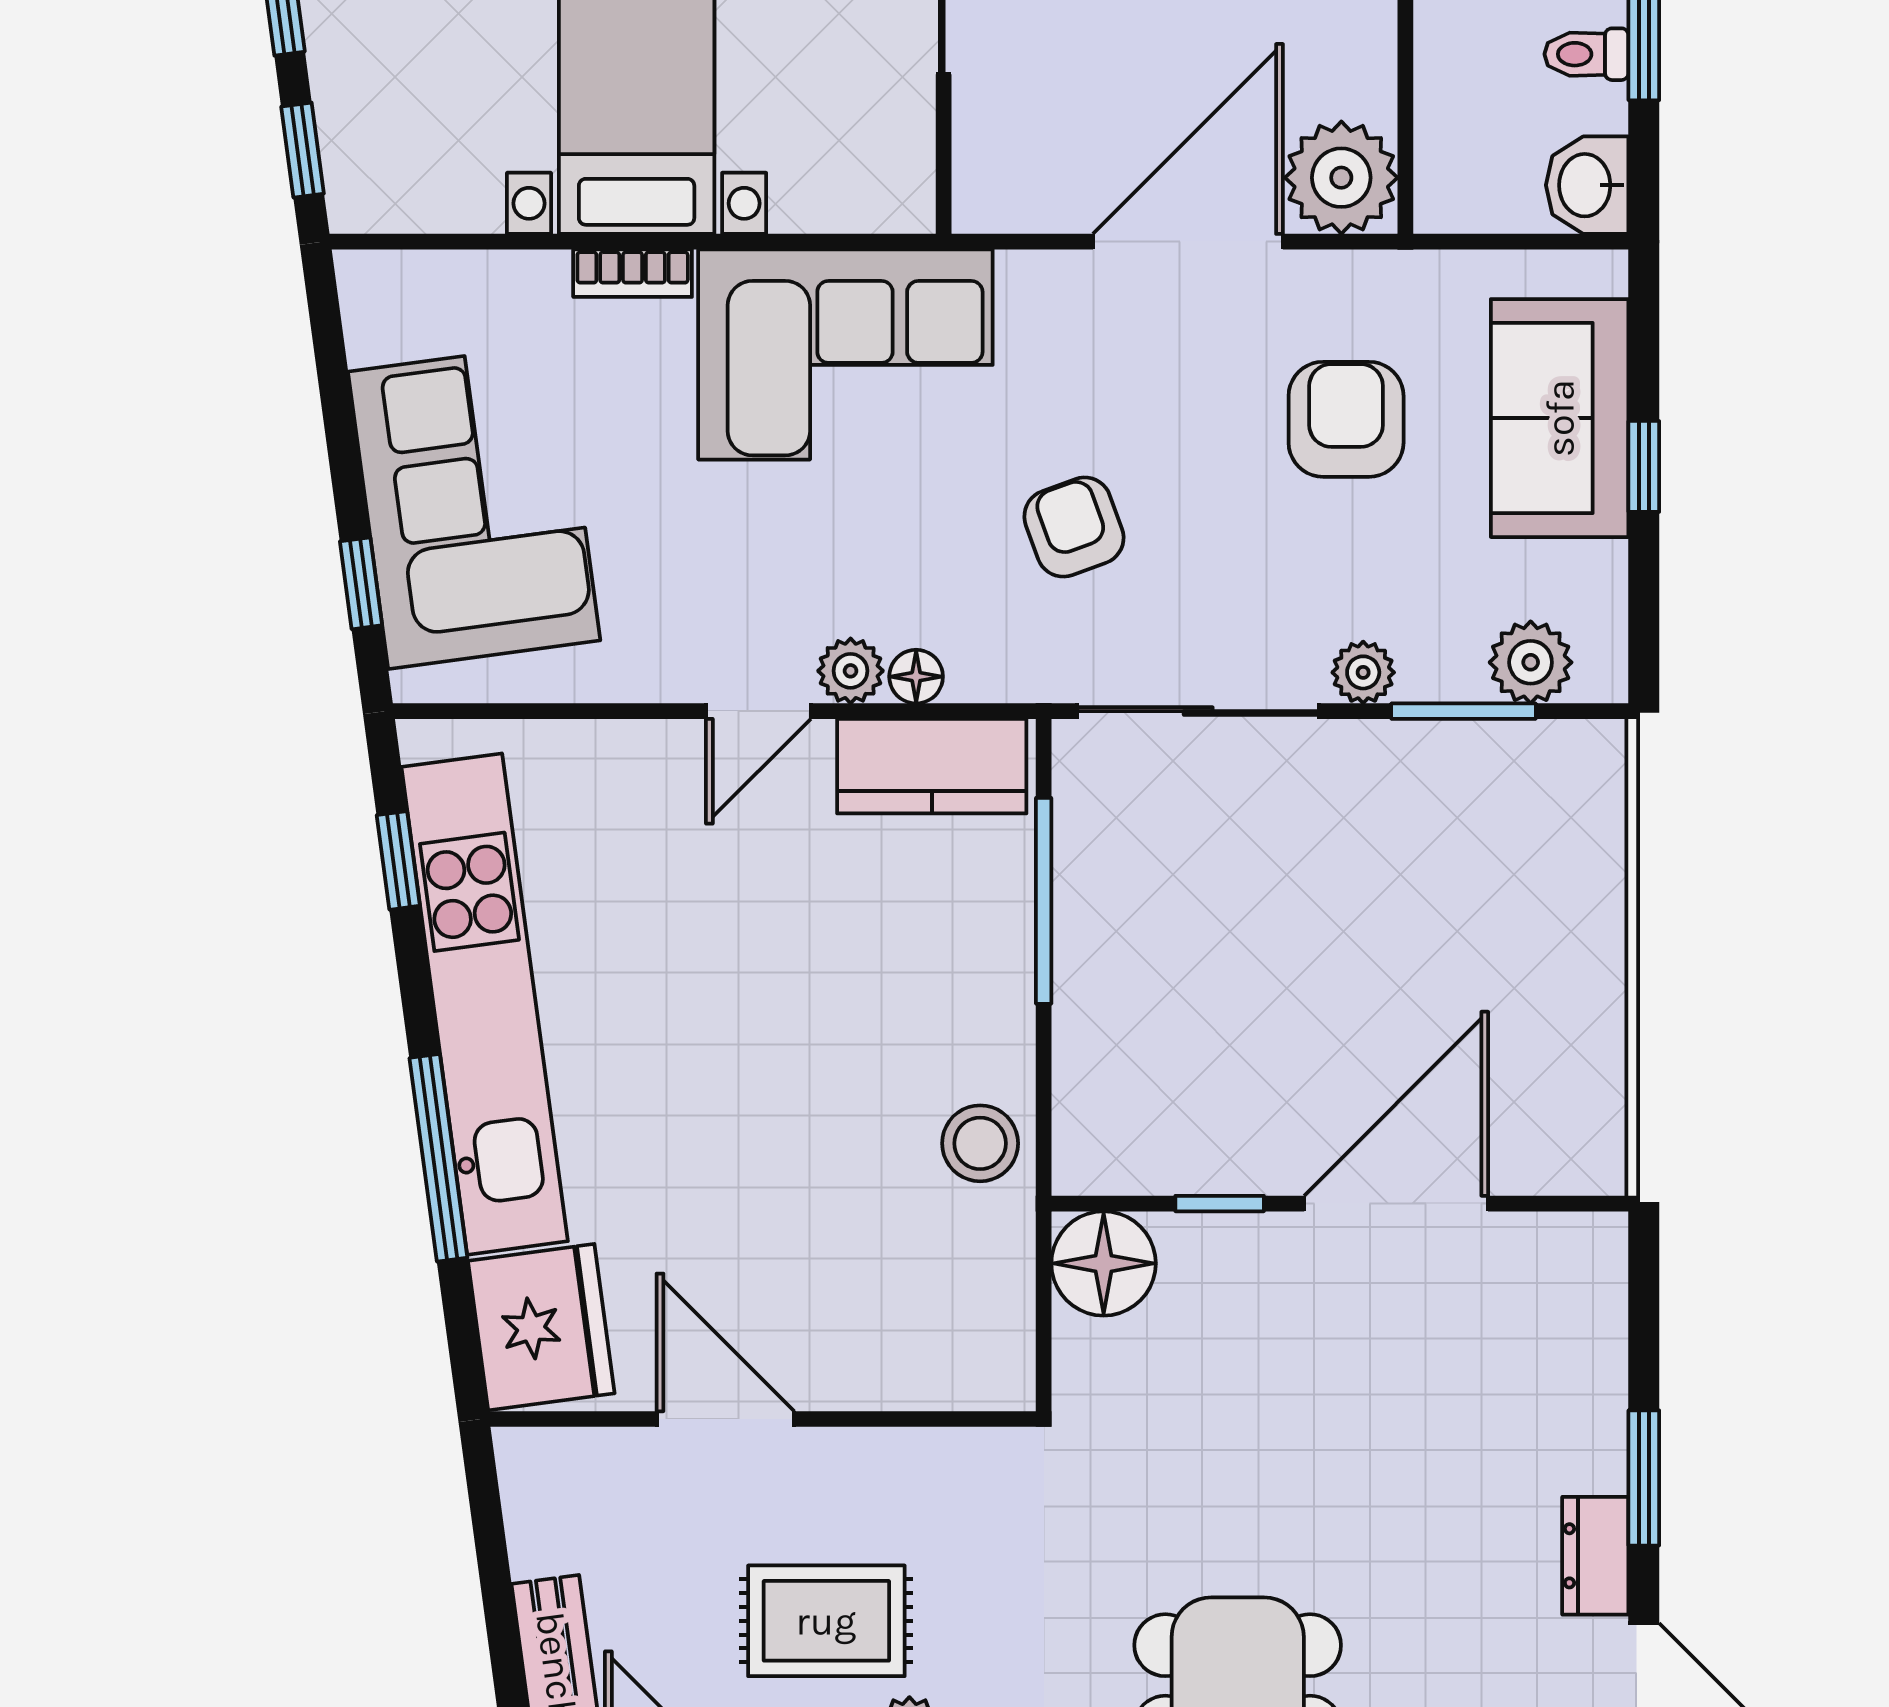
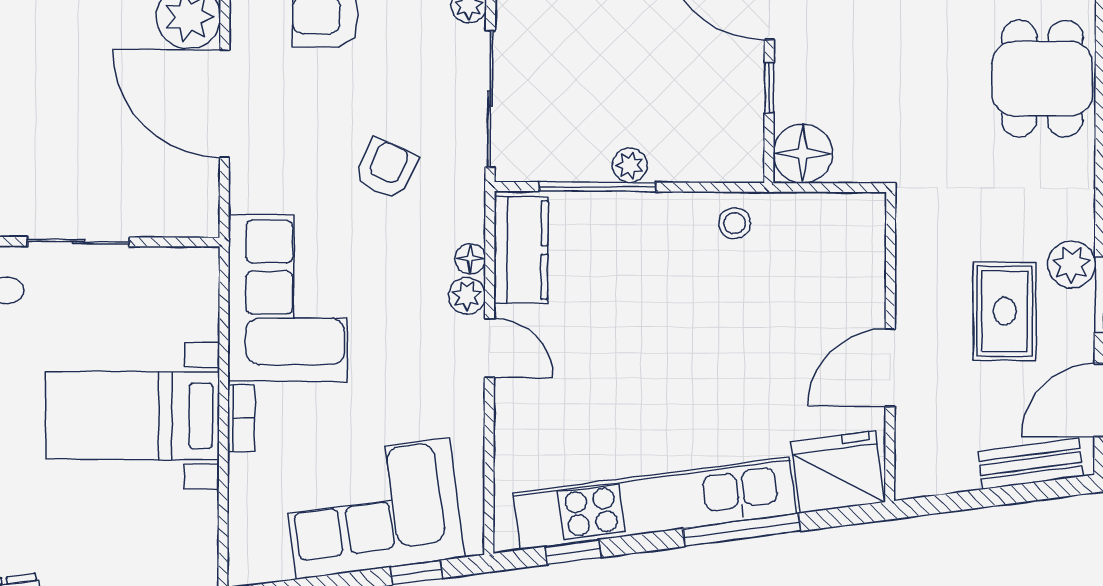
armchair: (1074, 527) -> (386, 169), turned 135
plant: (1082, 958) -> (630, 165), added
stool: (980, 1143) -> (735, 223), width x0.73, depth x0.73

